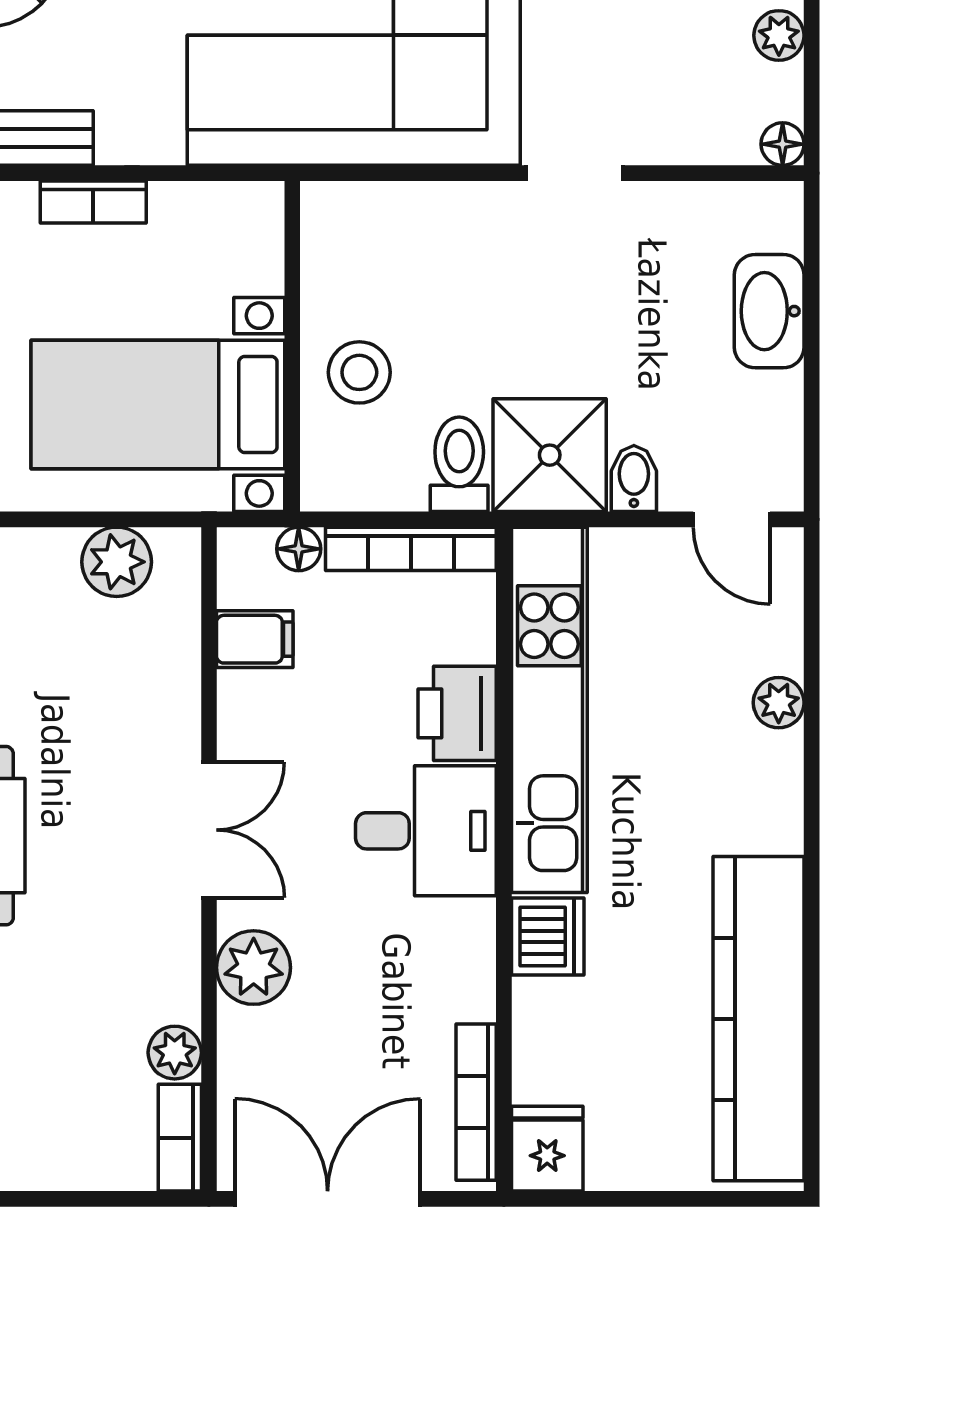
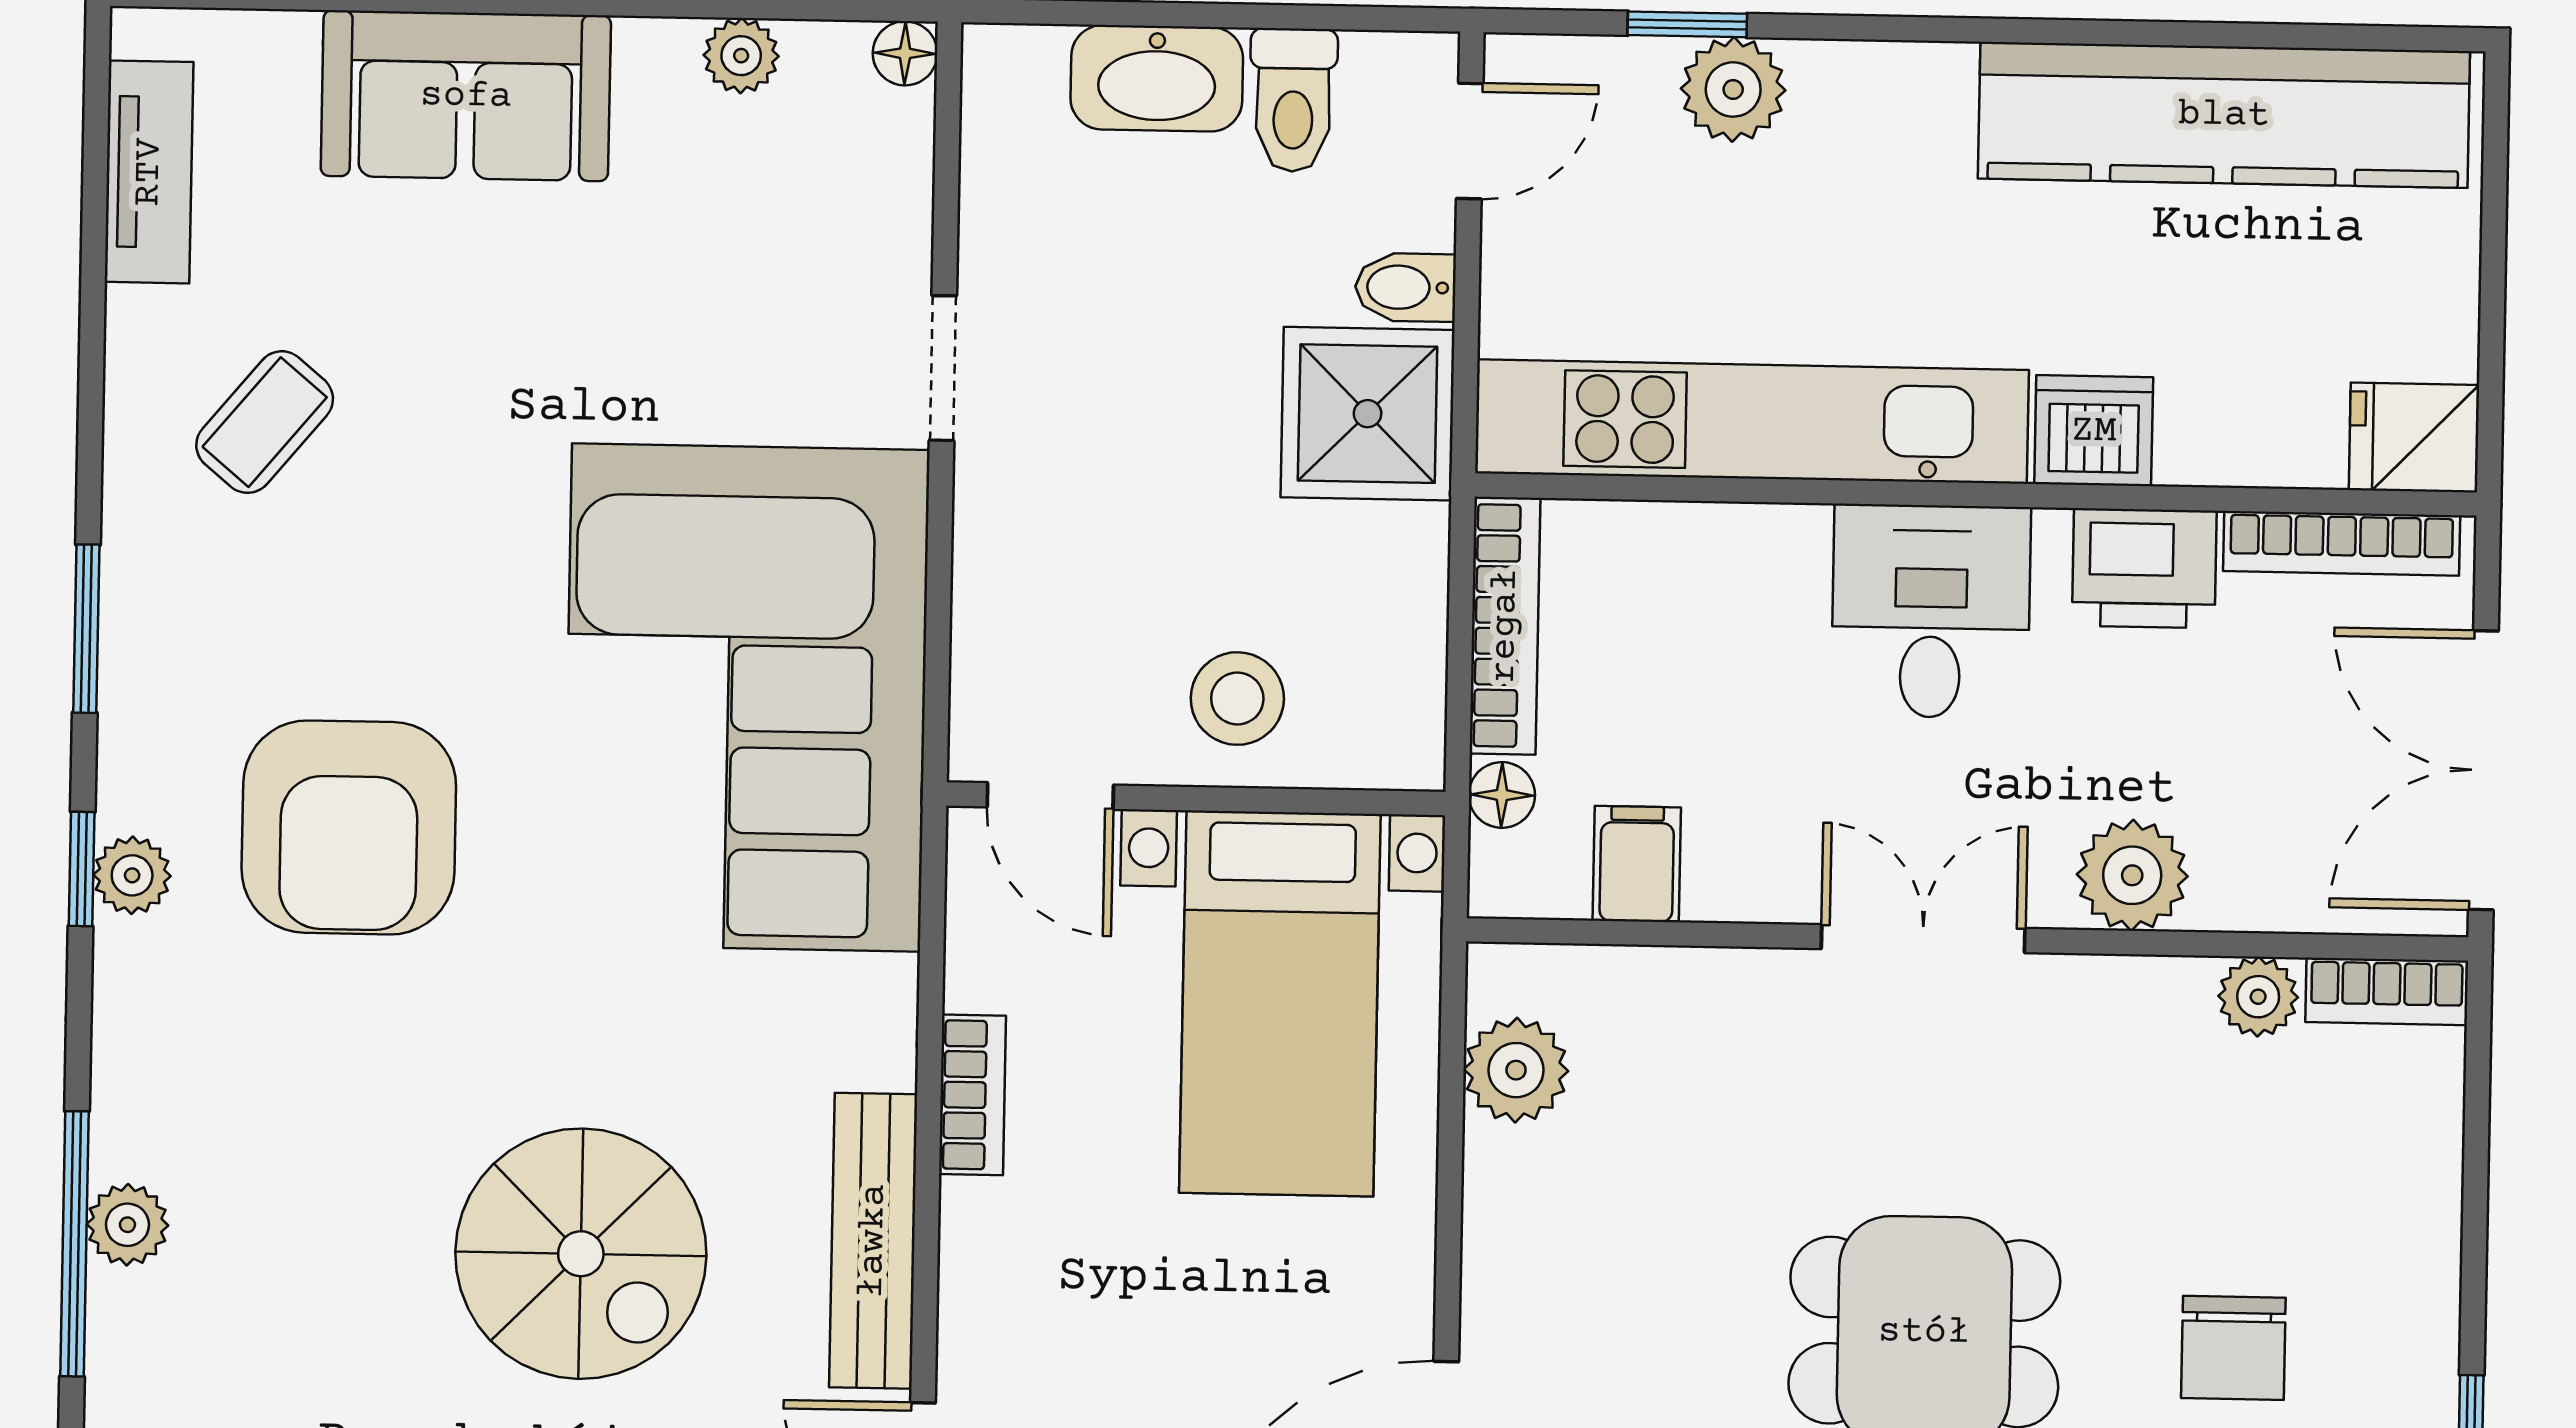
door: (292, 250) -> (1050, 796), added
toilet: (459, 464) -> (1293, 100), moved, turned -90
window: (812, 662) -> (1687, 24), added
plant: (779, 703) -> (1733, 89), width x1.38, depth x1.38
printer: (457, 713) -> (2144, 568), moved

